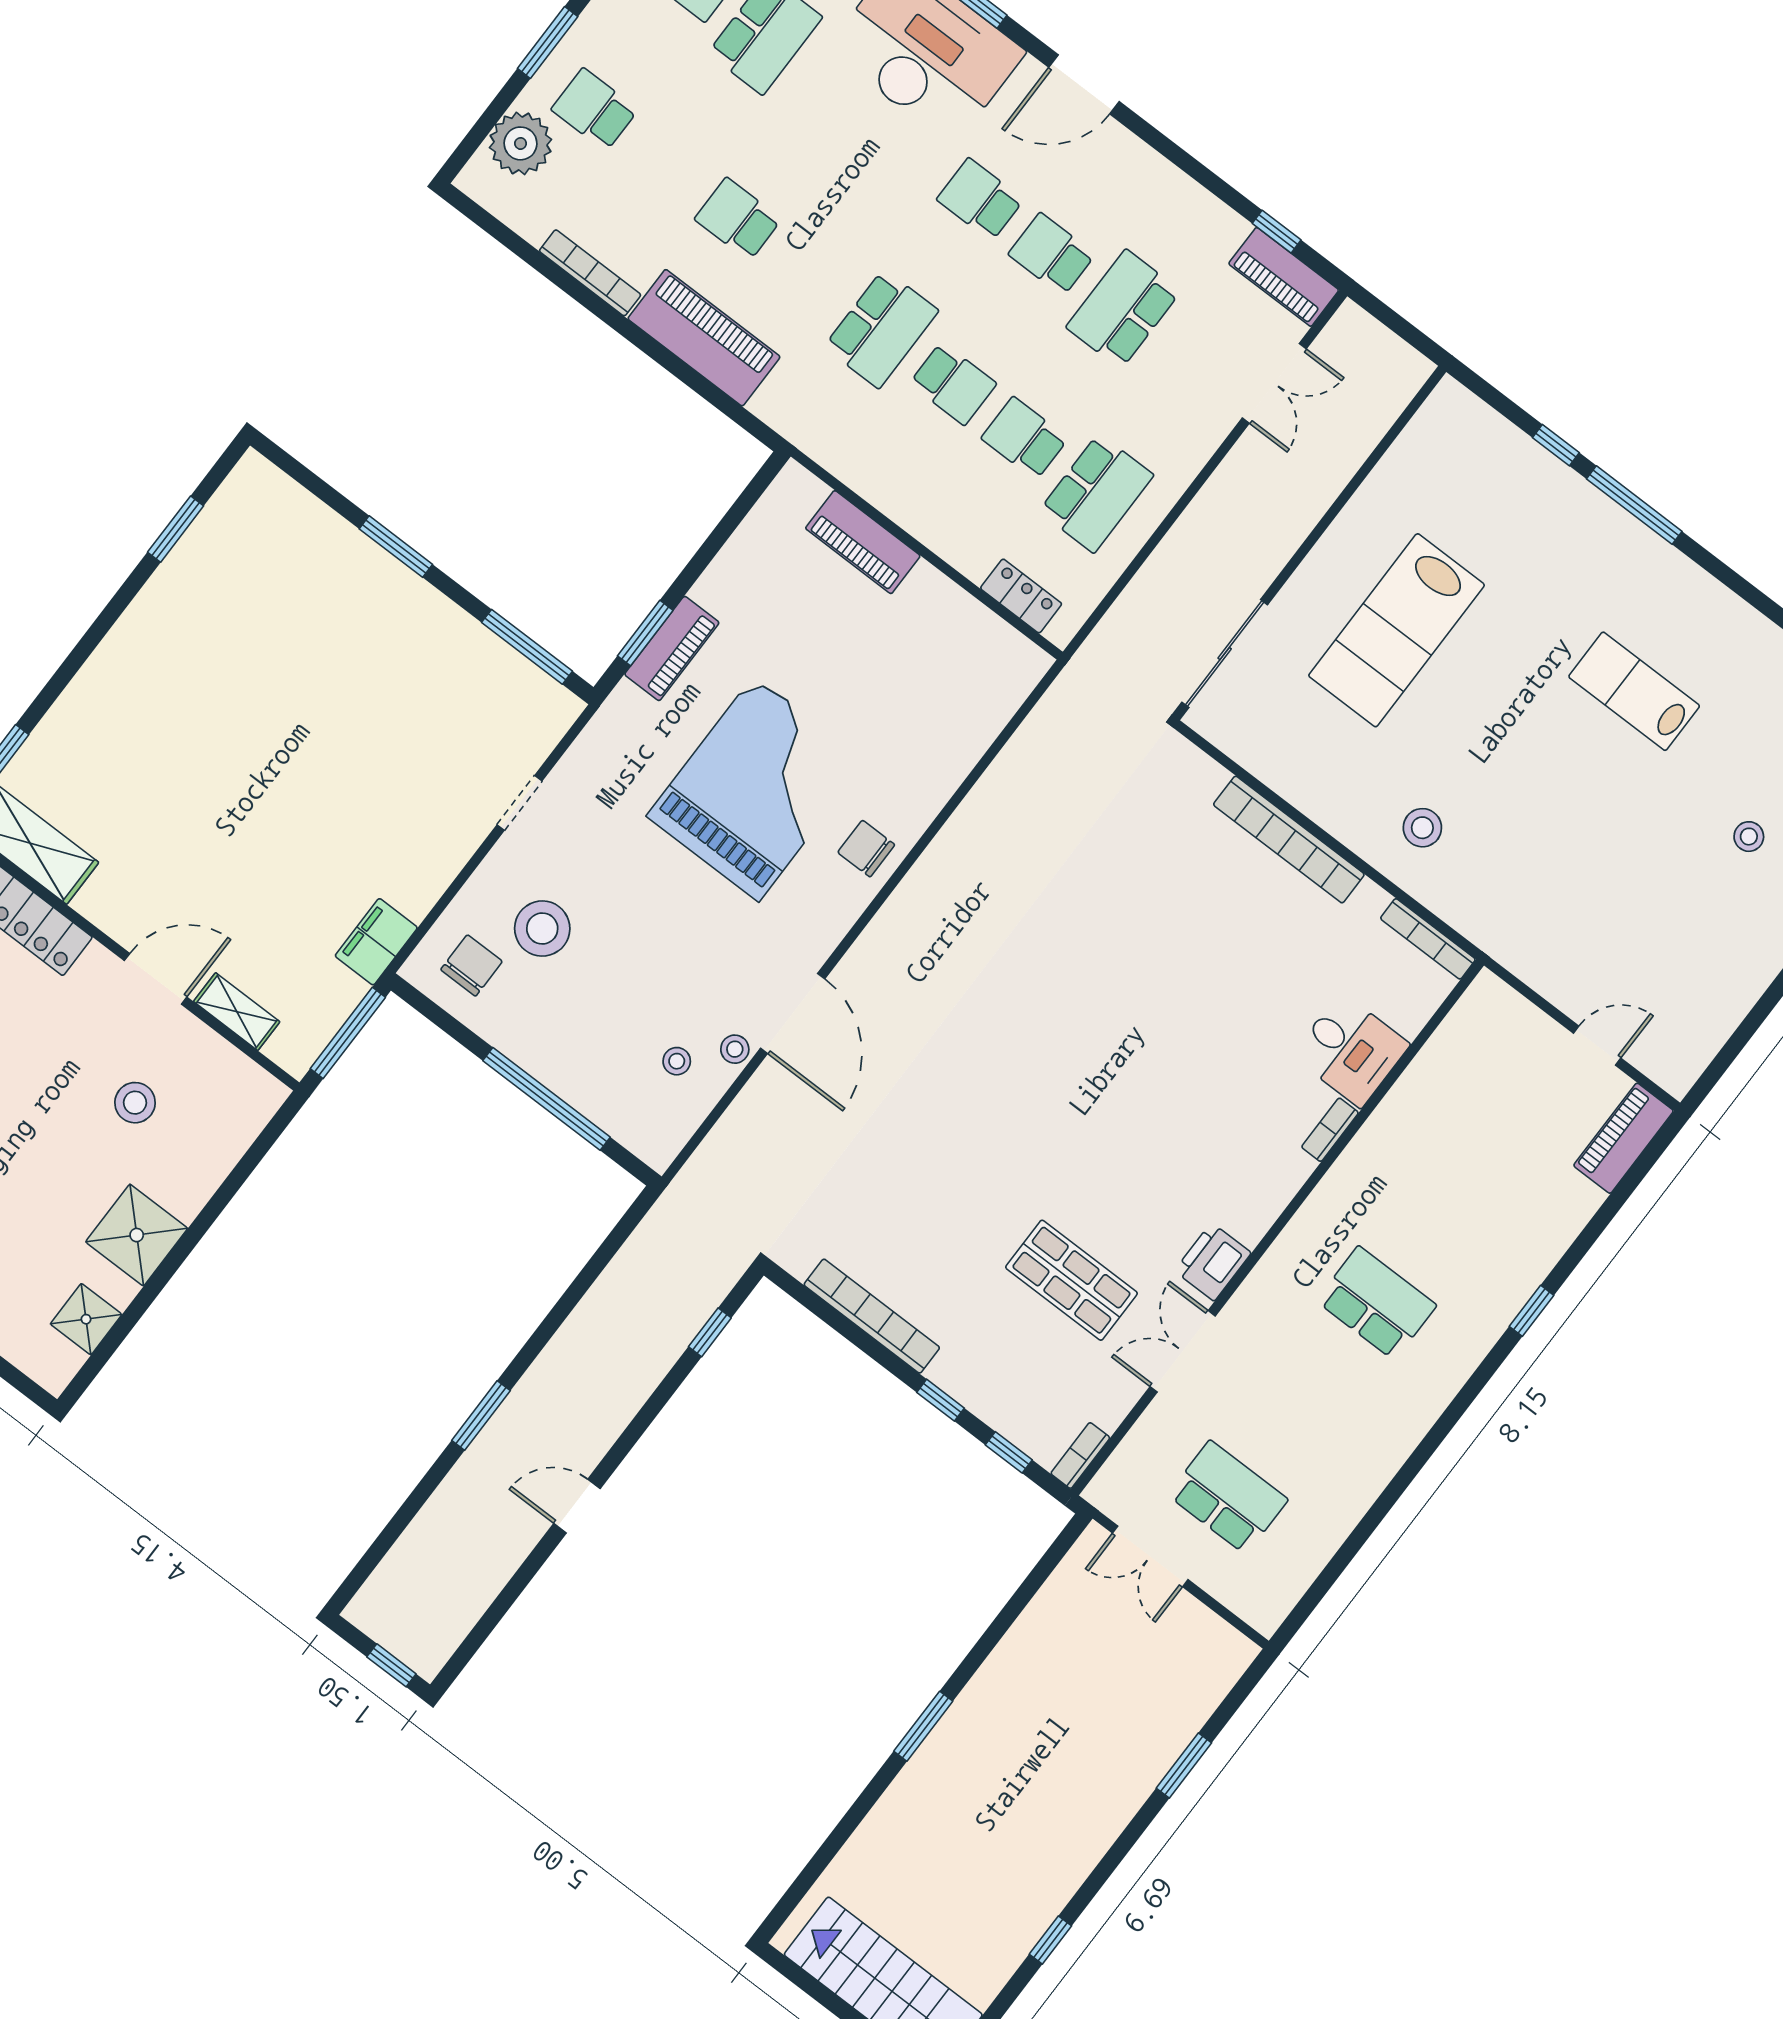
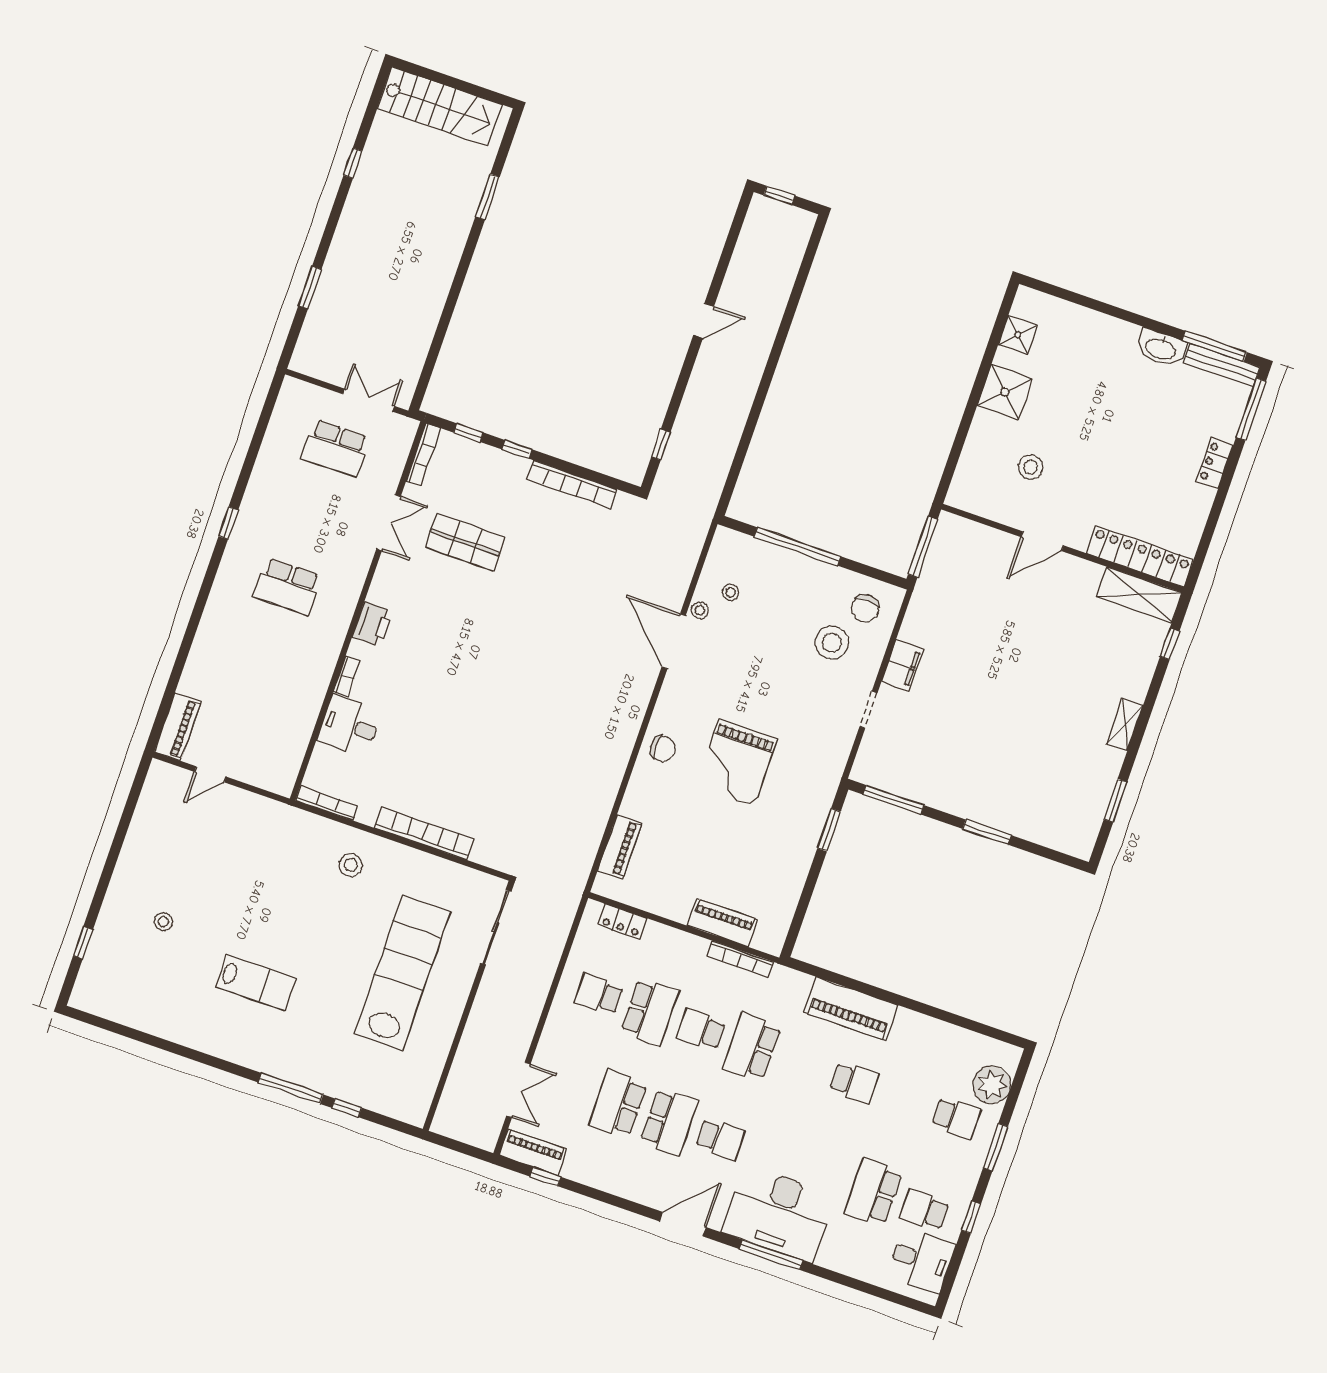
school desk: (1052, 254) -> (669, 1122), width x1.85
bookcase: (590, 273) -> (740, 959), moved
school desk: (1123, 309) -> (618, 1104), turned 180
double door: (1274, 383) -> (518, 1090), swing flipped
school desk: (1025, 438) -> (650, 1012), width x1.85
school desk: (1096, 493) -> (599, 994), width x0.54
lab bench: (1397, 630) -> (402, 973), width x1.36
piano: (672, 648) -> (620, 847), moved, turned 180
grand piano: (756, 789) -> (737, 762), width x0.73, depth x0.68
filing cabinet: (376, 942) -> (902, 665), moved
shelving: (237, 1012) -> (1125, 725), moved, turned 90
printer: (1213, 1262) -> (373, 624), moved
window: (1532, 1311) -> (228, 523), moved
window: (481, 1416) -> (775, 354), removed
bookcase: (1080, 1456) -> (423, 455), width x1.56
window: (923, 1726) -> (488, 197), moved

